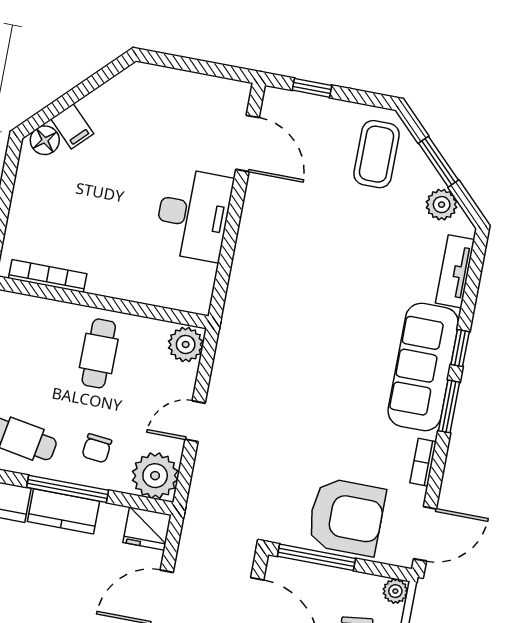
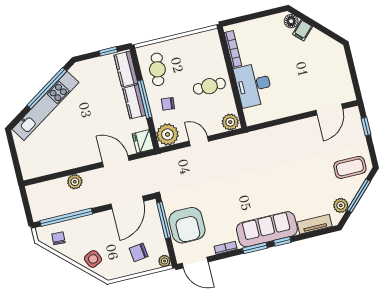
window: (438, 162) -> (359, 196), width x1.44
desk: (193, 215) -> (253, 85), moved, turned 90

